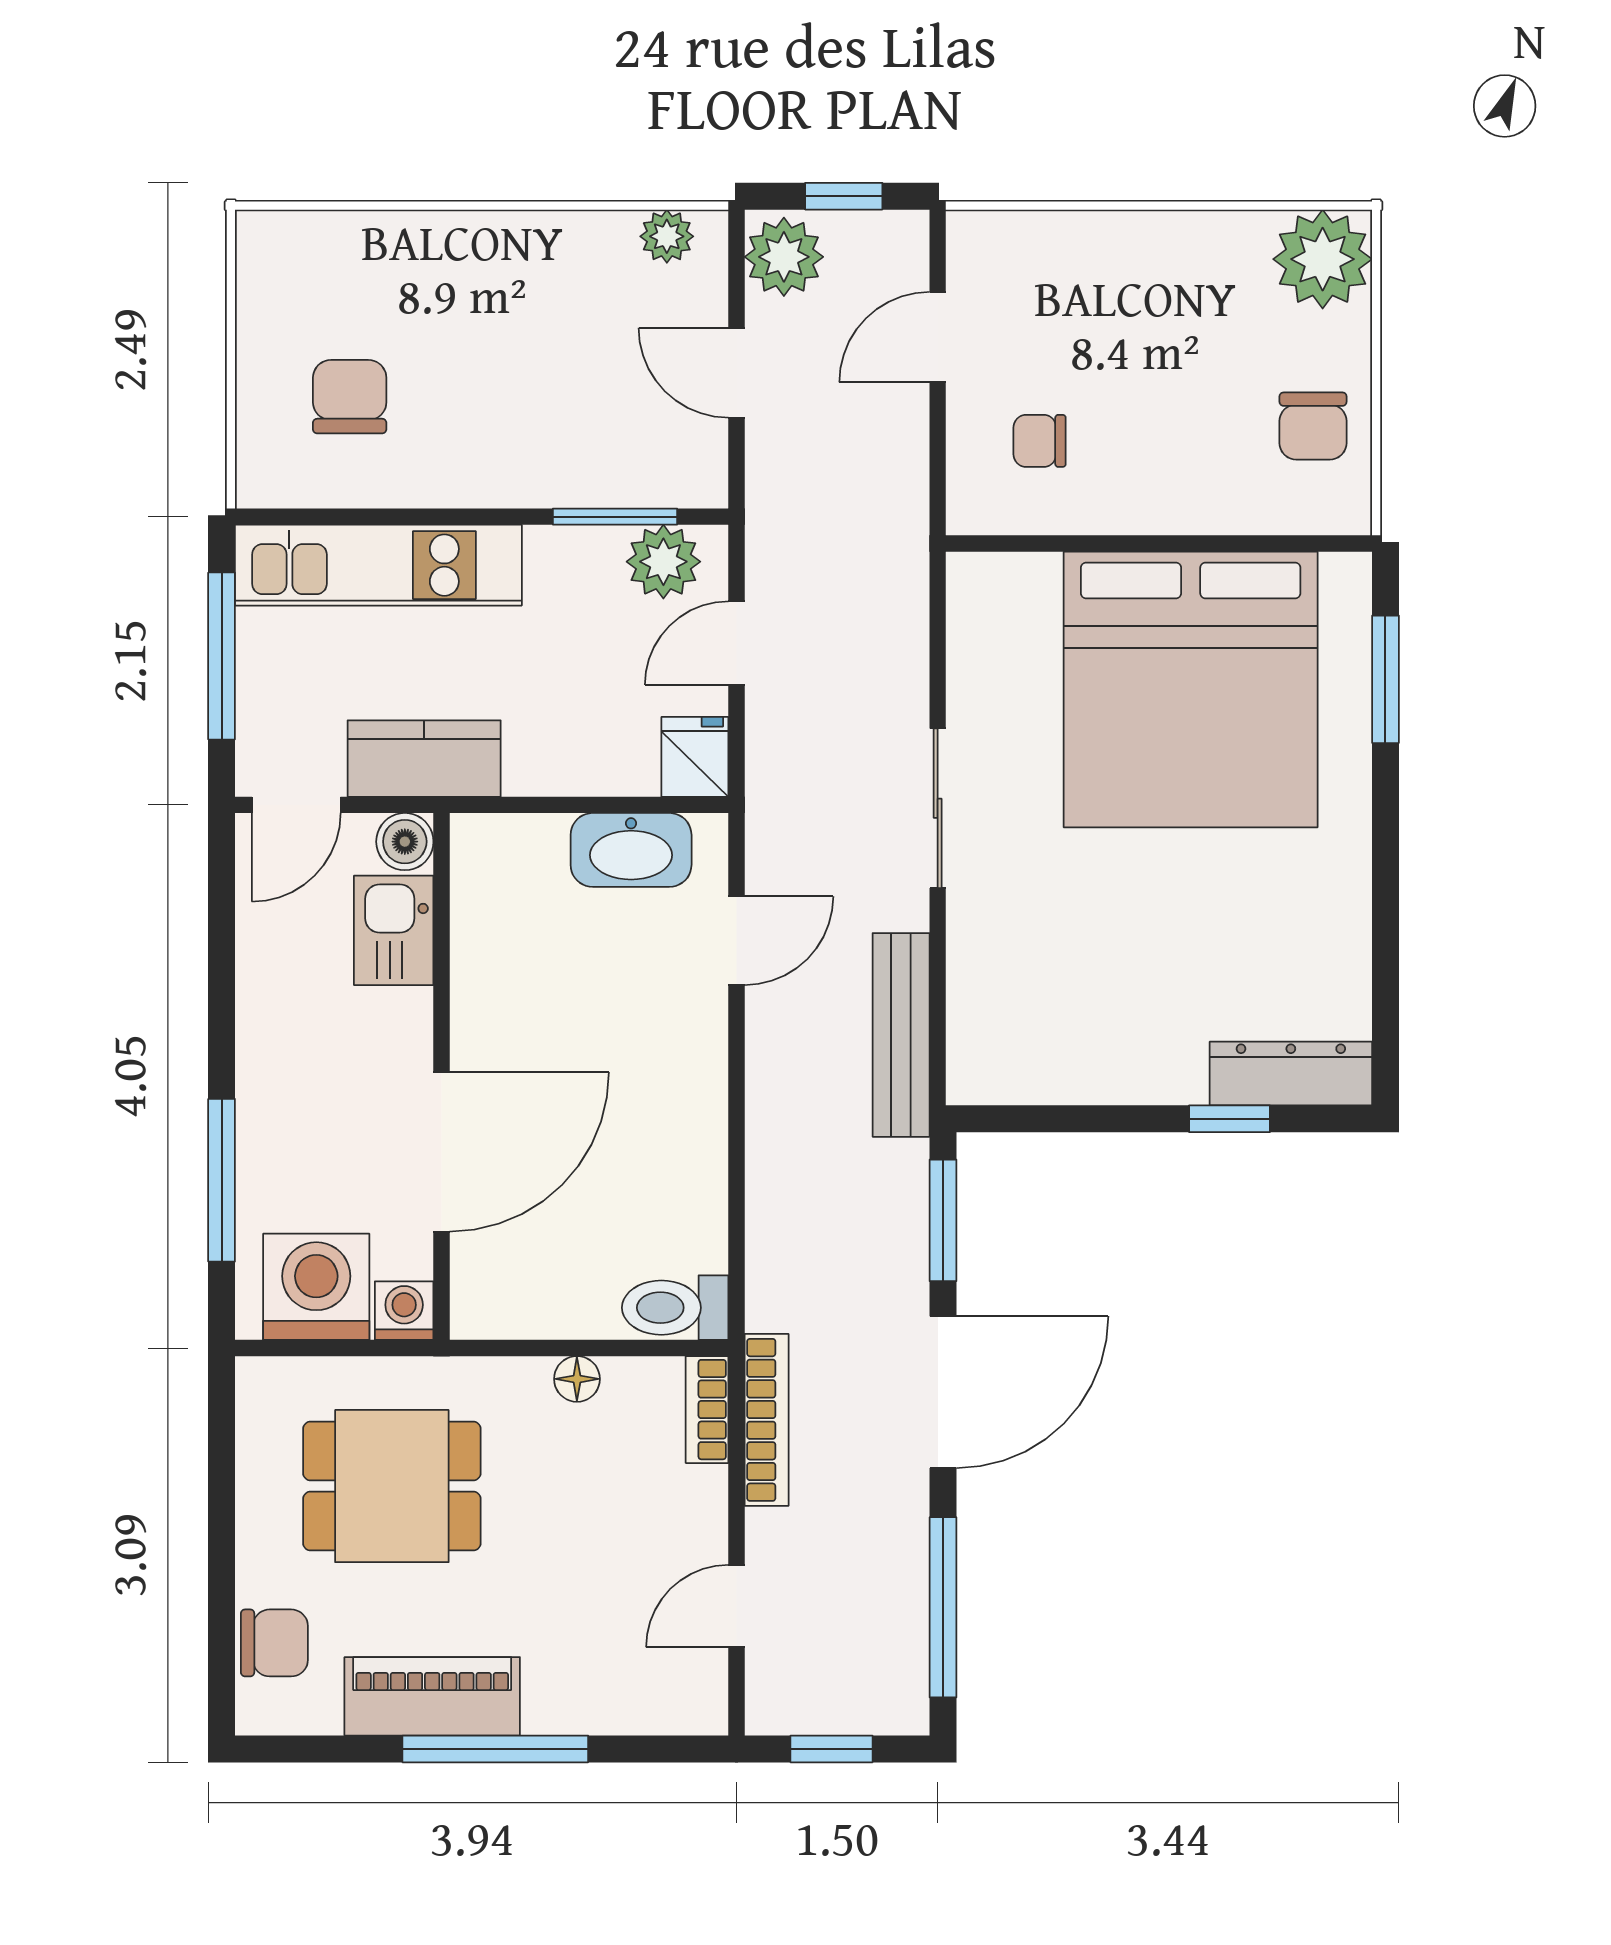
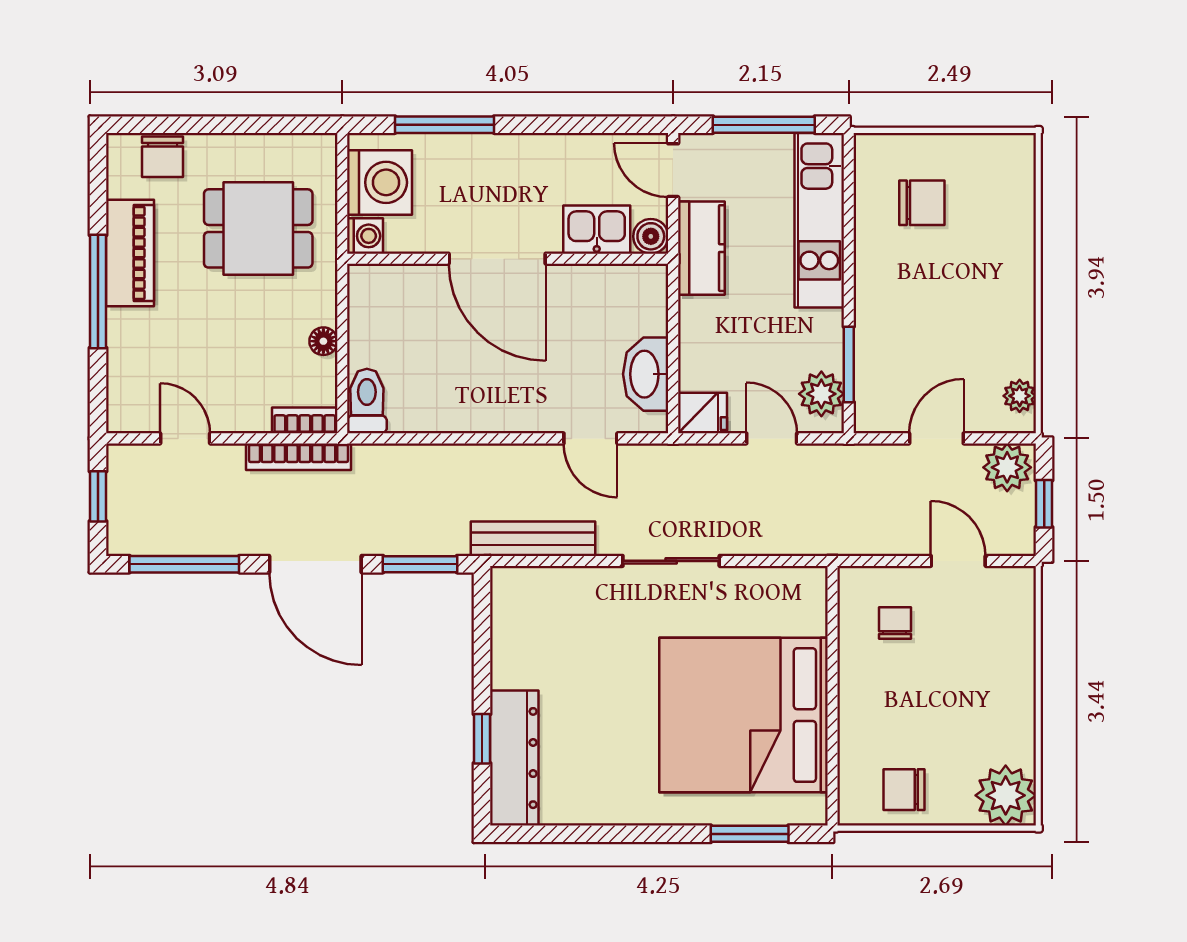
dresser: (1291, 1074) -> (514, 758), width x1.37, depth x1.24
door: (441, 1152) -> (497, 259), moved
dining table: (392, 1486) -> (258, 228), turned 90

